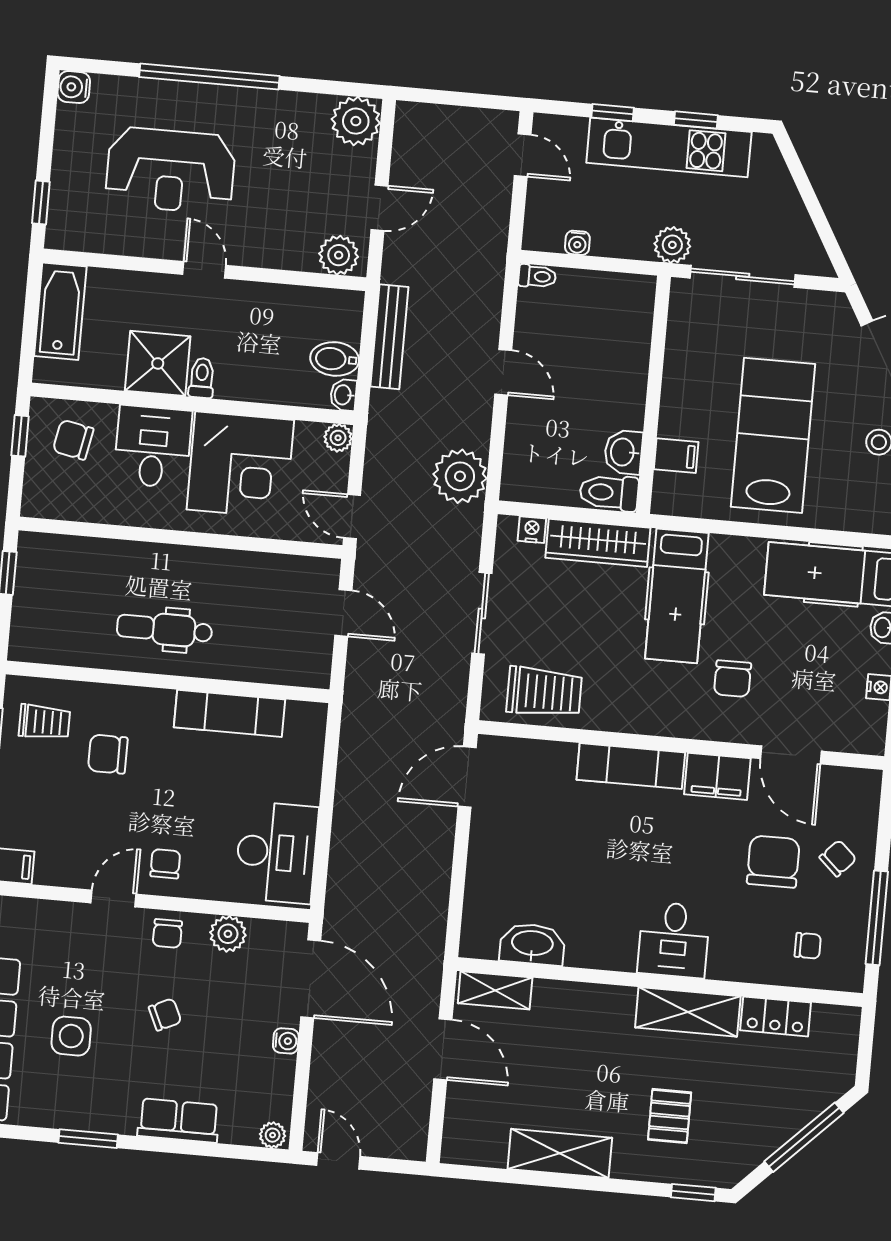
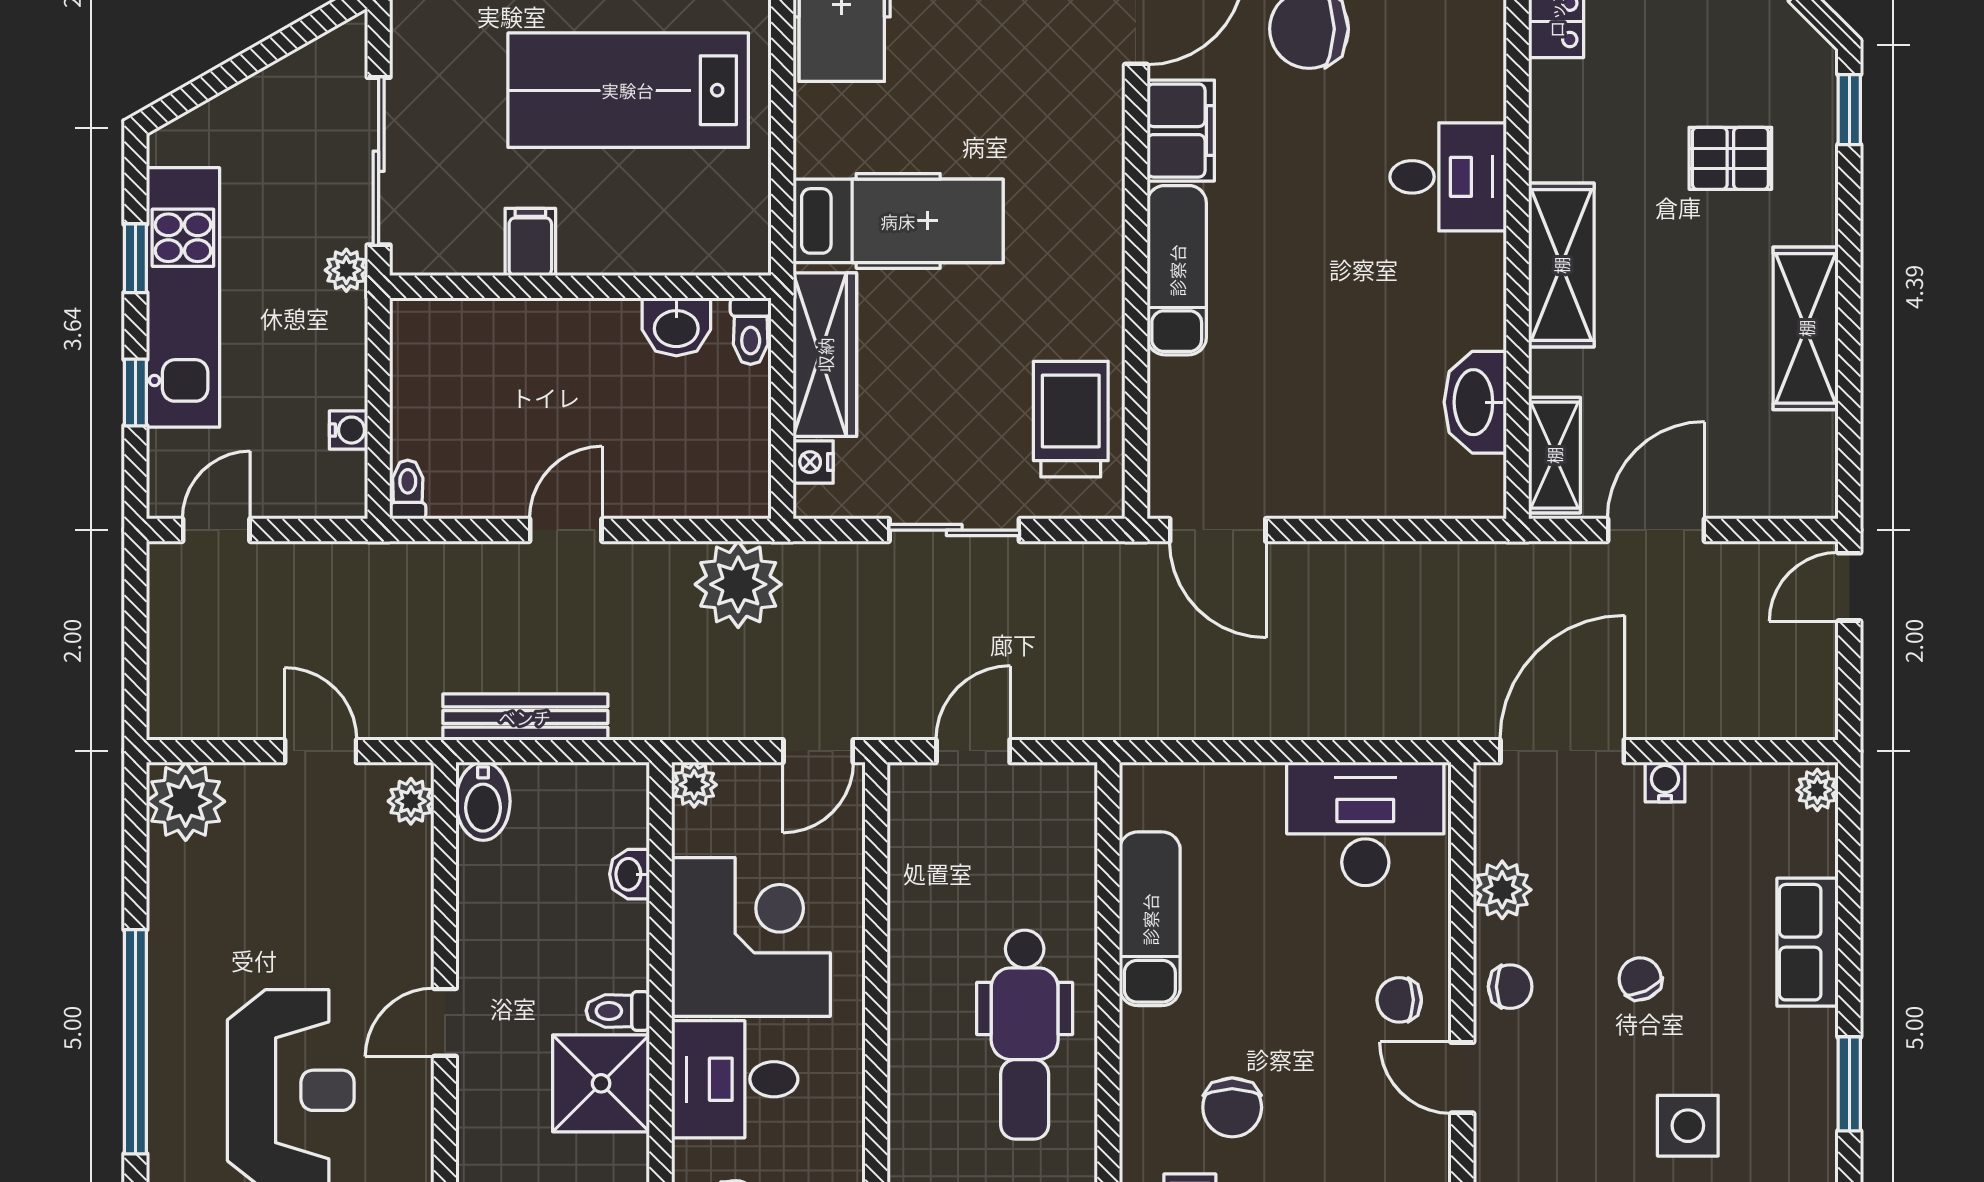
plant: (672, 245) -> (346, 270), width x0.73, depth x0.73
plant: (339, 255) -> (411, 801), width x0.73, depth x0.73
bidet: (335, 359) -> (483, 801), moved
washbasin: (343, 395) -> (630, 874), moved, turned 90
filing cabinet: (676, 456) -> (530, 242), moved
toilet: (609, 493) -> (751, 331), width x0.73, depth x0.72
dental chair: (164, 629) -> (1025, 1035), width x1.36, depth x1.38
chair: (733, 679) -> (1023, 120), removed
shelving: (688, 1012) -> (1561, 265), moved
door: (338, 1161) -> (1849, 587), moved

